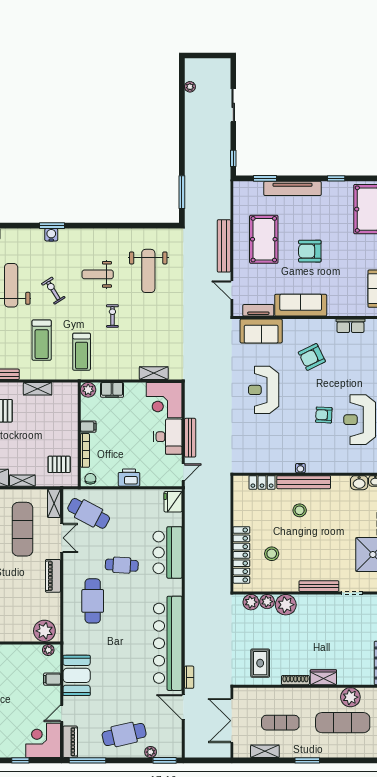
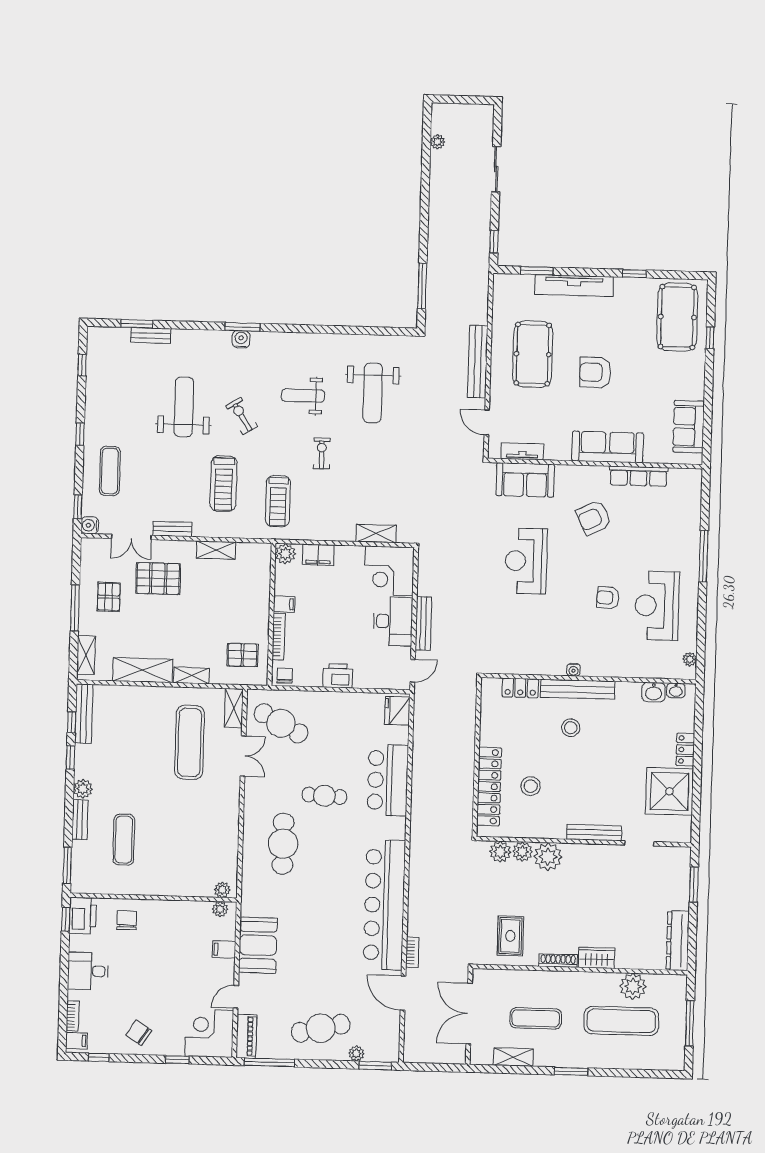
sofa: (301, 305) -> (608, 447), moved
row of seats: (350, 326) -> (639, 476), width x1.48
piano: (53, 576) -> (230, 808), removed
plant: (44, 631) -> (222, 890), width x0.53, depth x0.53

